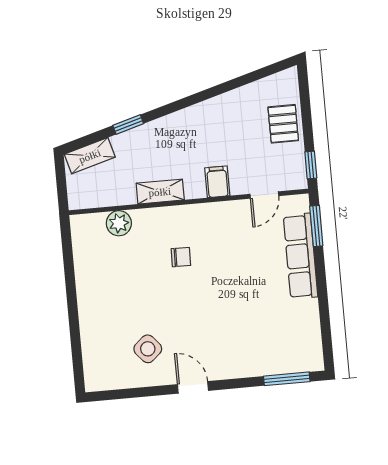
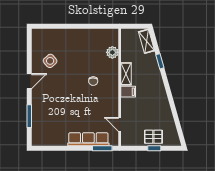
window: (311, 165) -> (154, 148), moved
filing cabinet: (217, 182) -> (128, 92), moved
window: (287, 379) -> (29, 116), moved

